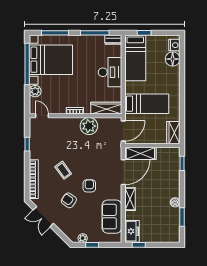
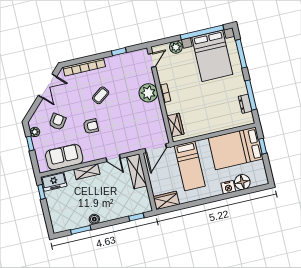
dresser: (113, 40) -> (245, 104), moved
nightstand: (174, 45) -> (228, 187), moved
bed: (135, 58) -> (236, 148), width x1.50
desk: (110, 72) -> (214, 120), removed
wardrobe: (106, 108) -> (175, 125), width x0.67
plant: (89, 126) -> (148, 93), moved
door: (123, 131) -> (156, 148), hinge flipped
door: (123, 172) -> (113, 158), width x0.53
armchair: (69, 200) -> (57, 122), moved
double door: (43, 217) -> (48, 86), swing flipped

